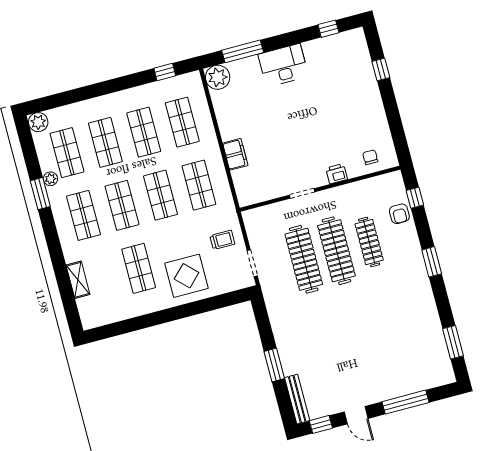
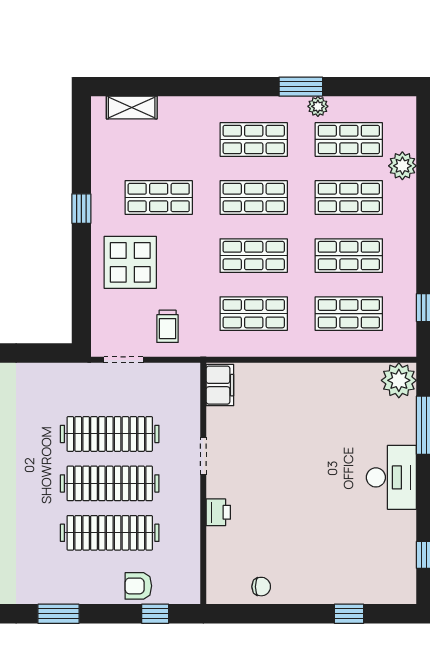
plant: (38, 122) -> (402, 166), moved
filing cabinet: (235, 154) -> (220, 385), moved, turned -90
chair: (370, 157) -> (261, 587), moved
clothes rail: (369, 242) -> (110, 533), width x1.37, depth x1.31
shelving: (78, 280) -> (132, 108), moved
window: (159, 318) -> (81, 209), added

